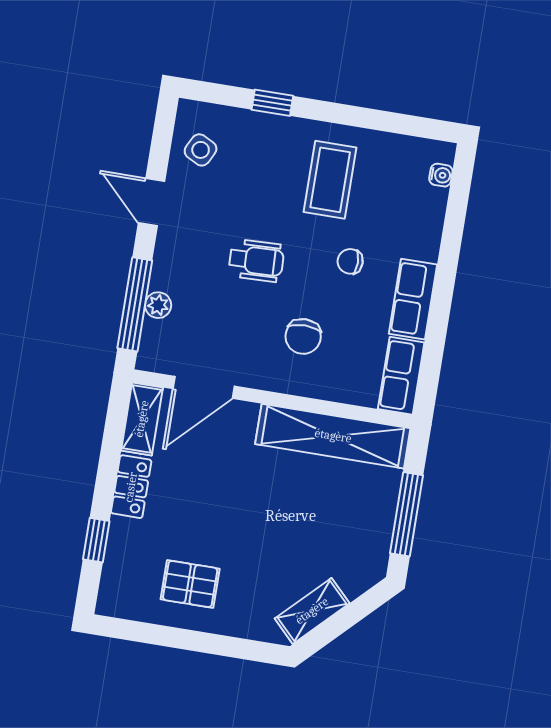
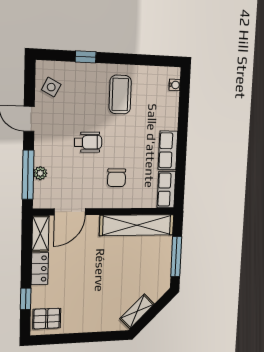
chair: (350, 261) -> (135, 136), removed
pallet: (190, 584) -> (47, 319), moved

